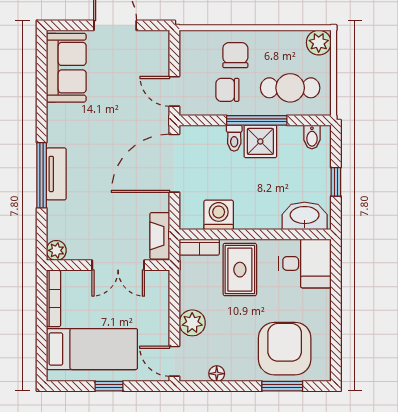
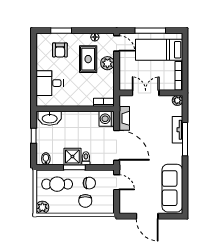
sofa: (66, 68) -> (172, 188), width x1.36
window: (257, 120) -> (74, 167), width x0.69
door: (174, 163) -> (117, 145), hinge flipped
tv unit: (56, 174) -> (177, 130), moved
washing machine: (219, 215) -> (107, 119), moved, turned 90
fireplace: (160, 236) -> (124, 118), moved
desk: (305, 263) -> (50, 83), moved
rug: (240, 270) -> (88, 59), moved
armchair: (285, 349) -> (60, 50), width x0.53, depth x0.53
window: (109, 386) -> (150, 31), width x2.17

